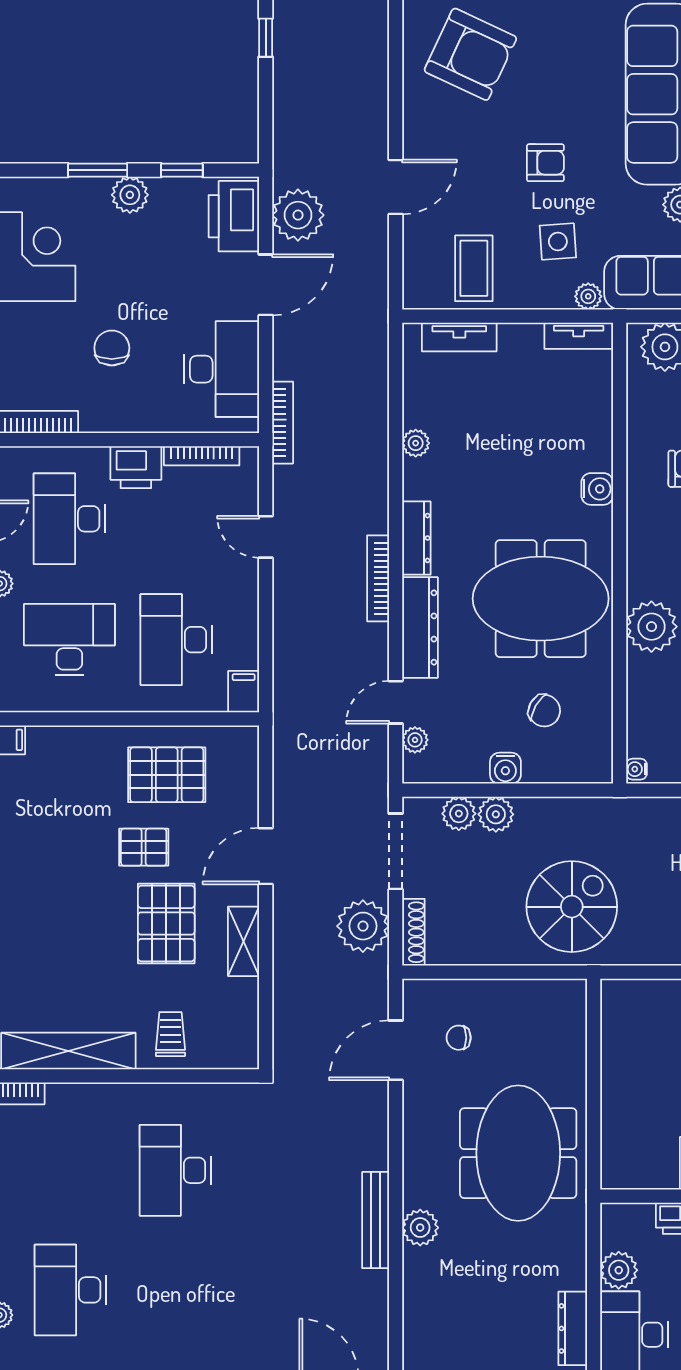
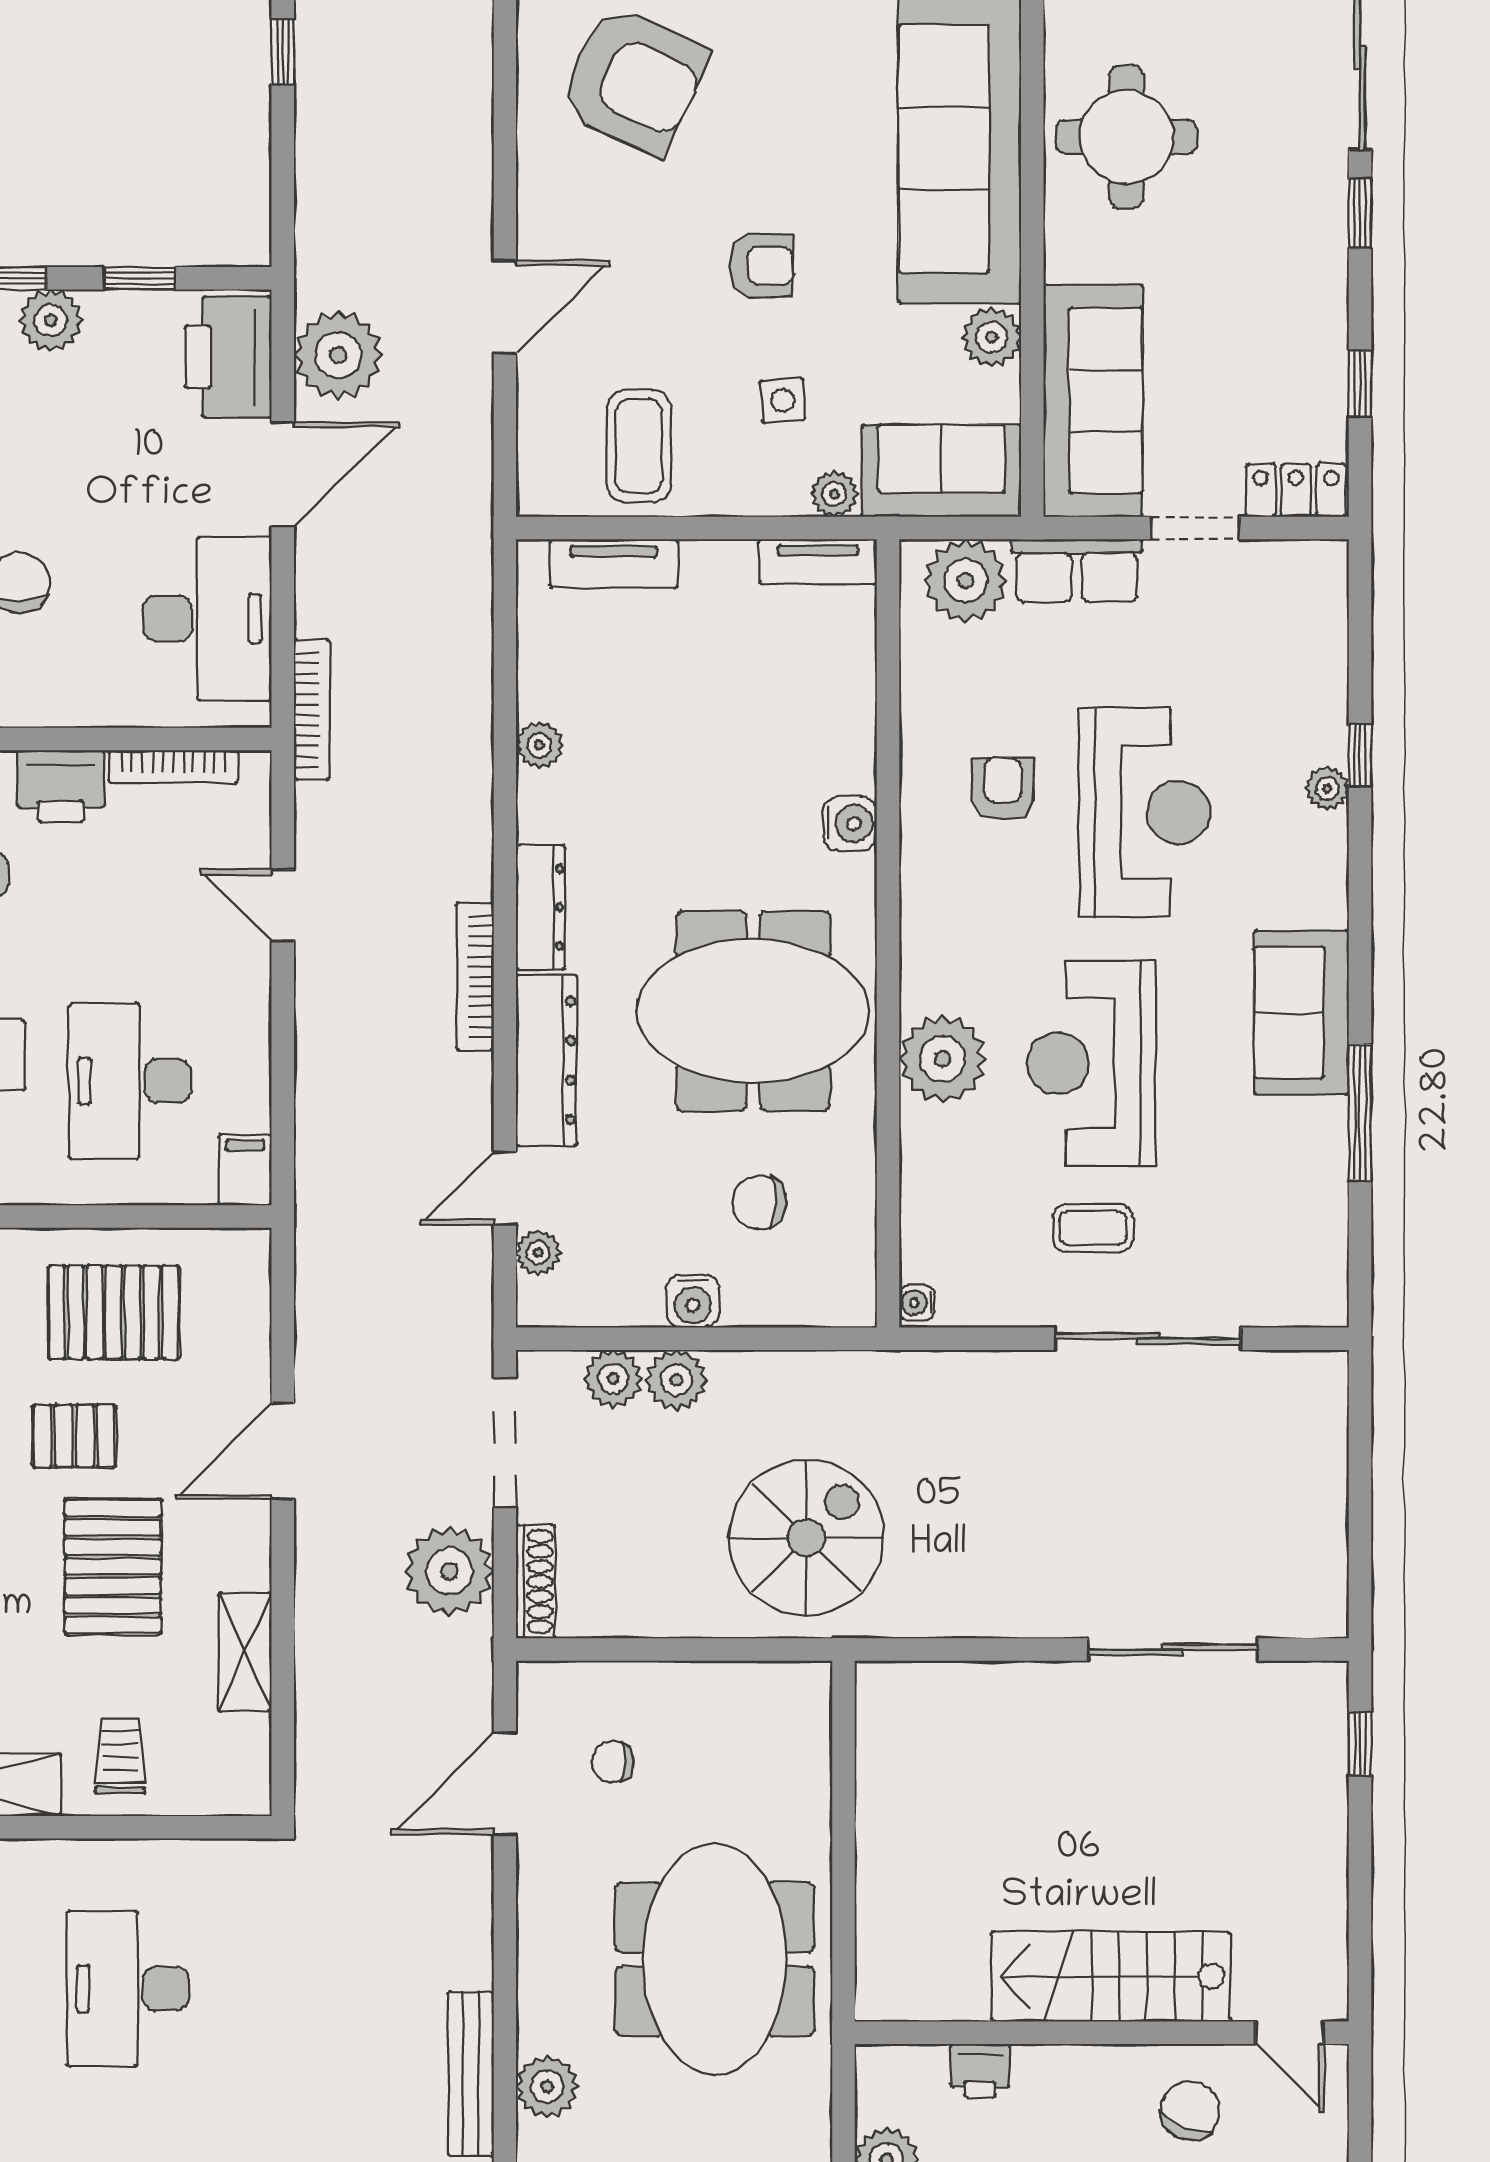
side table: (558, 241) -> (783, 400), width x0.73, depth x0.73
chair: (544, 711) -> (759, 1203), turned 150
shelving: (244, 941) -> (245, 1652), moved

